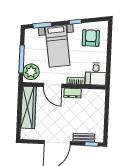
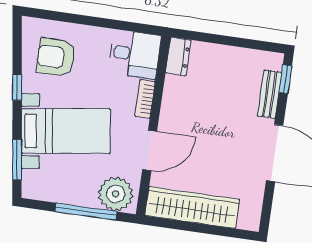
dresser: (73, 93) -> (178, 56), moved

